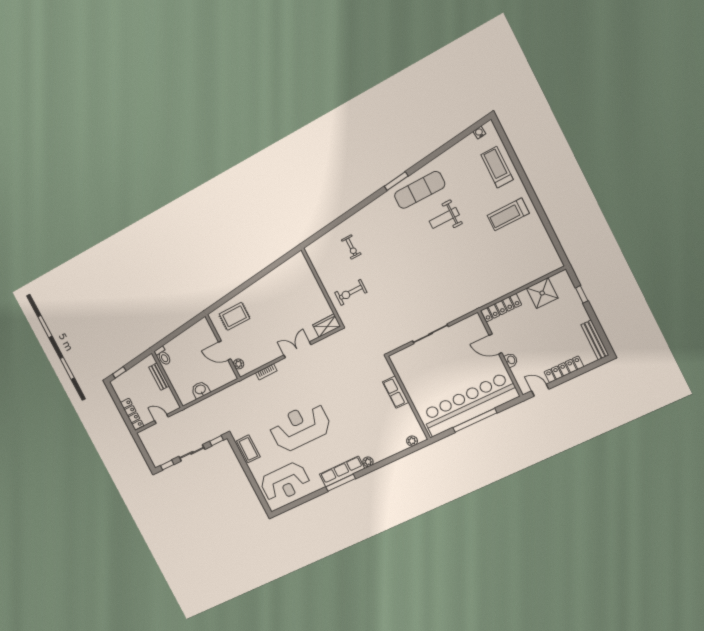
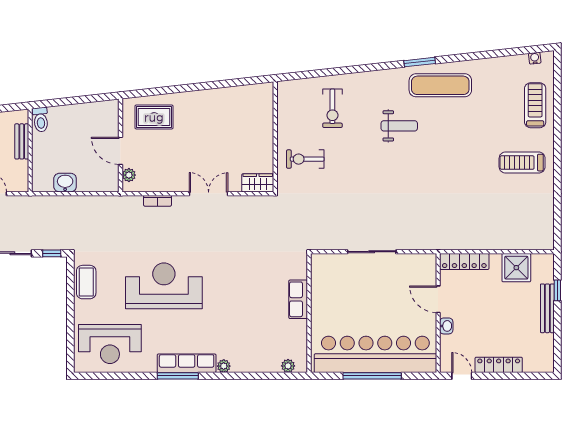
weight bench: (444, 218) -> (399, 126), moved, turned 180
exercise bike: (351, 247) -> (332, 108), width x1.38, depth x1.39
bench: (595, 340) -> (547, 308), moved

